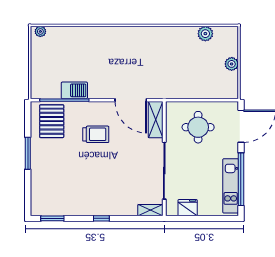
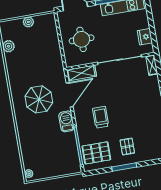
parasol: (132, 60) -> (39, 99), added
barbecue: (74, 90) -> (66, 121), moved
pallet: (53, 162) -> (127, 147), added

